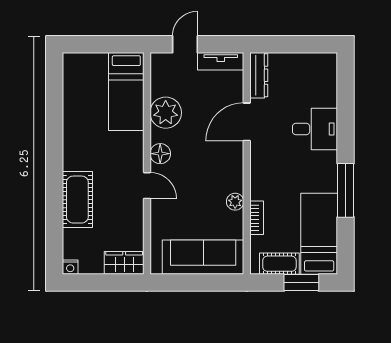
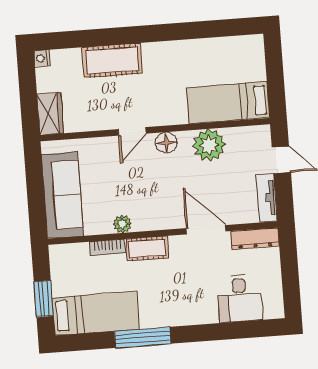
desk: (315, 129) -> (240, 298), moved
cot: (279, 264) -> (147, 249), moved, turned 90

